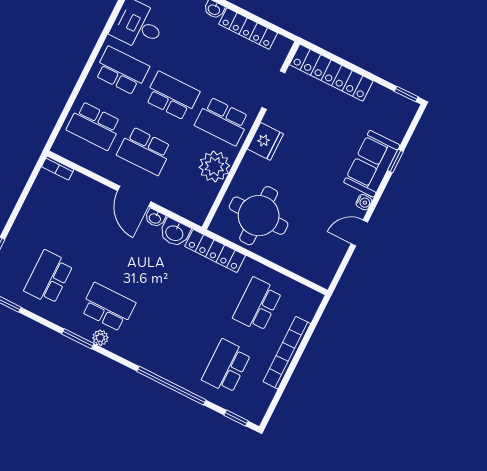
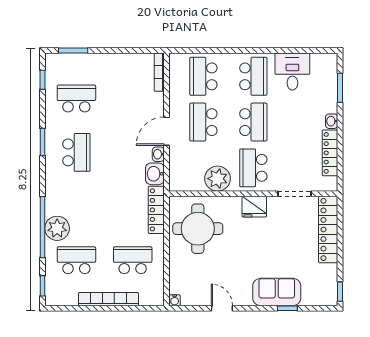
bookcase: (58, 168) -> (159, 72), width x1.56
water cooler: (364, 202) -> (175, 300), moved
plant: (100, 338) -> (57, 228), moved, width x1.87, depth x1.87

